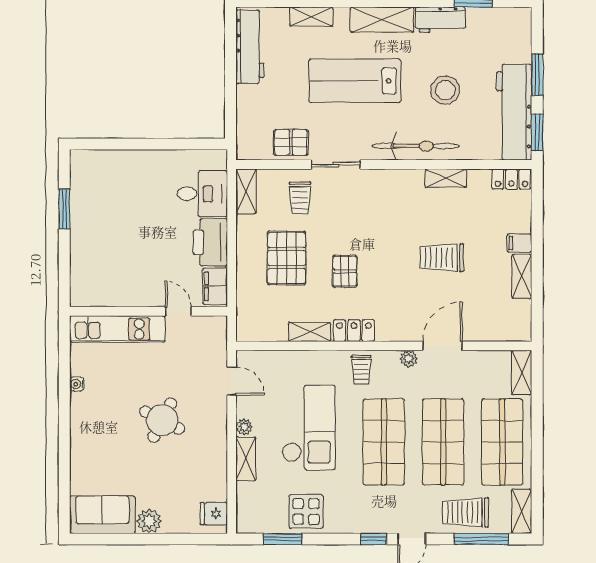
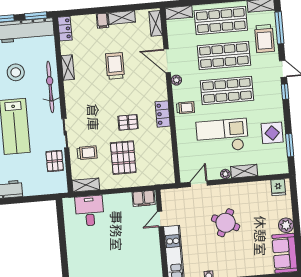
printer: (210, 242) -> (118, 204), removed
pallet: (287, 258) -> (123, 158), turned 90
trolley: (442, 258) -> (115, 66), turned 180
shelving: (309, 332) -> (156, 23), moved

